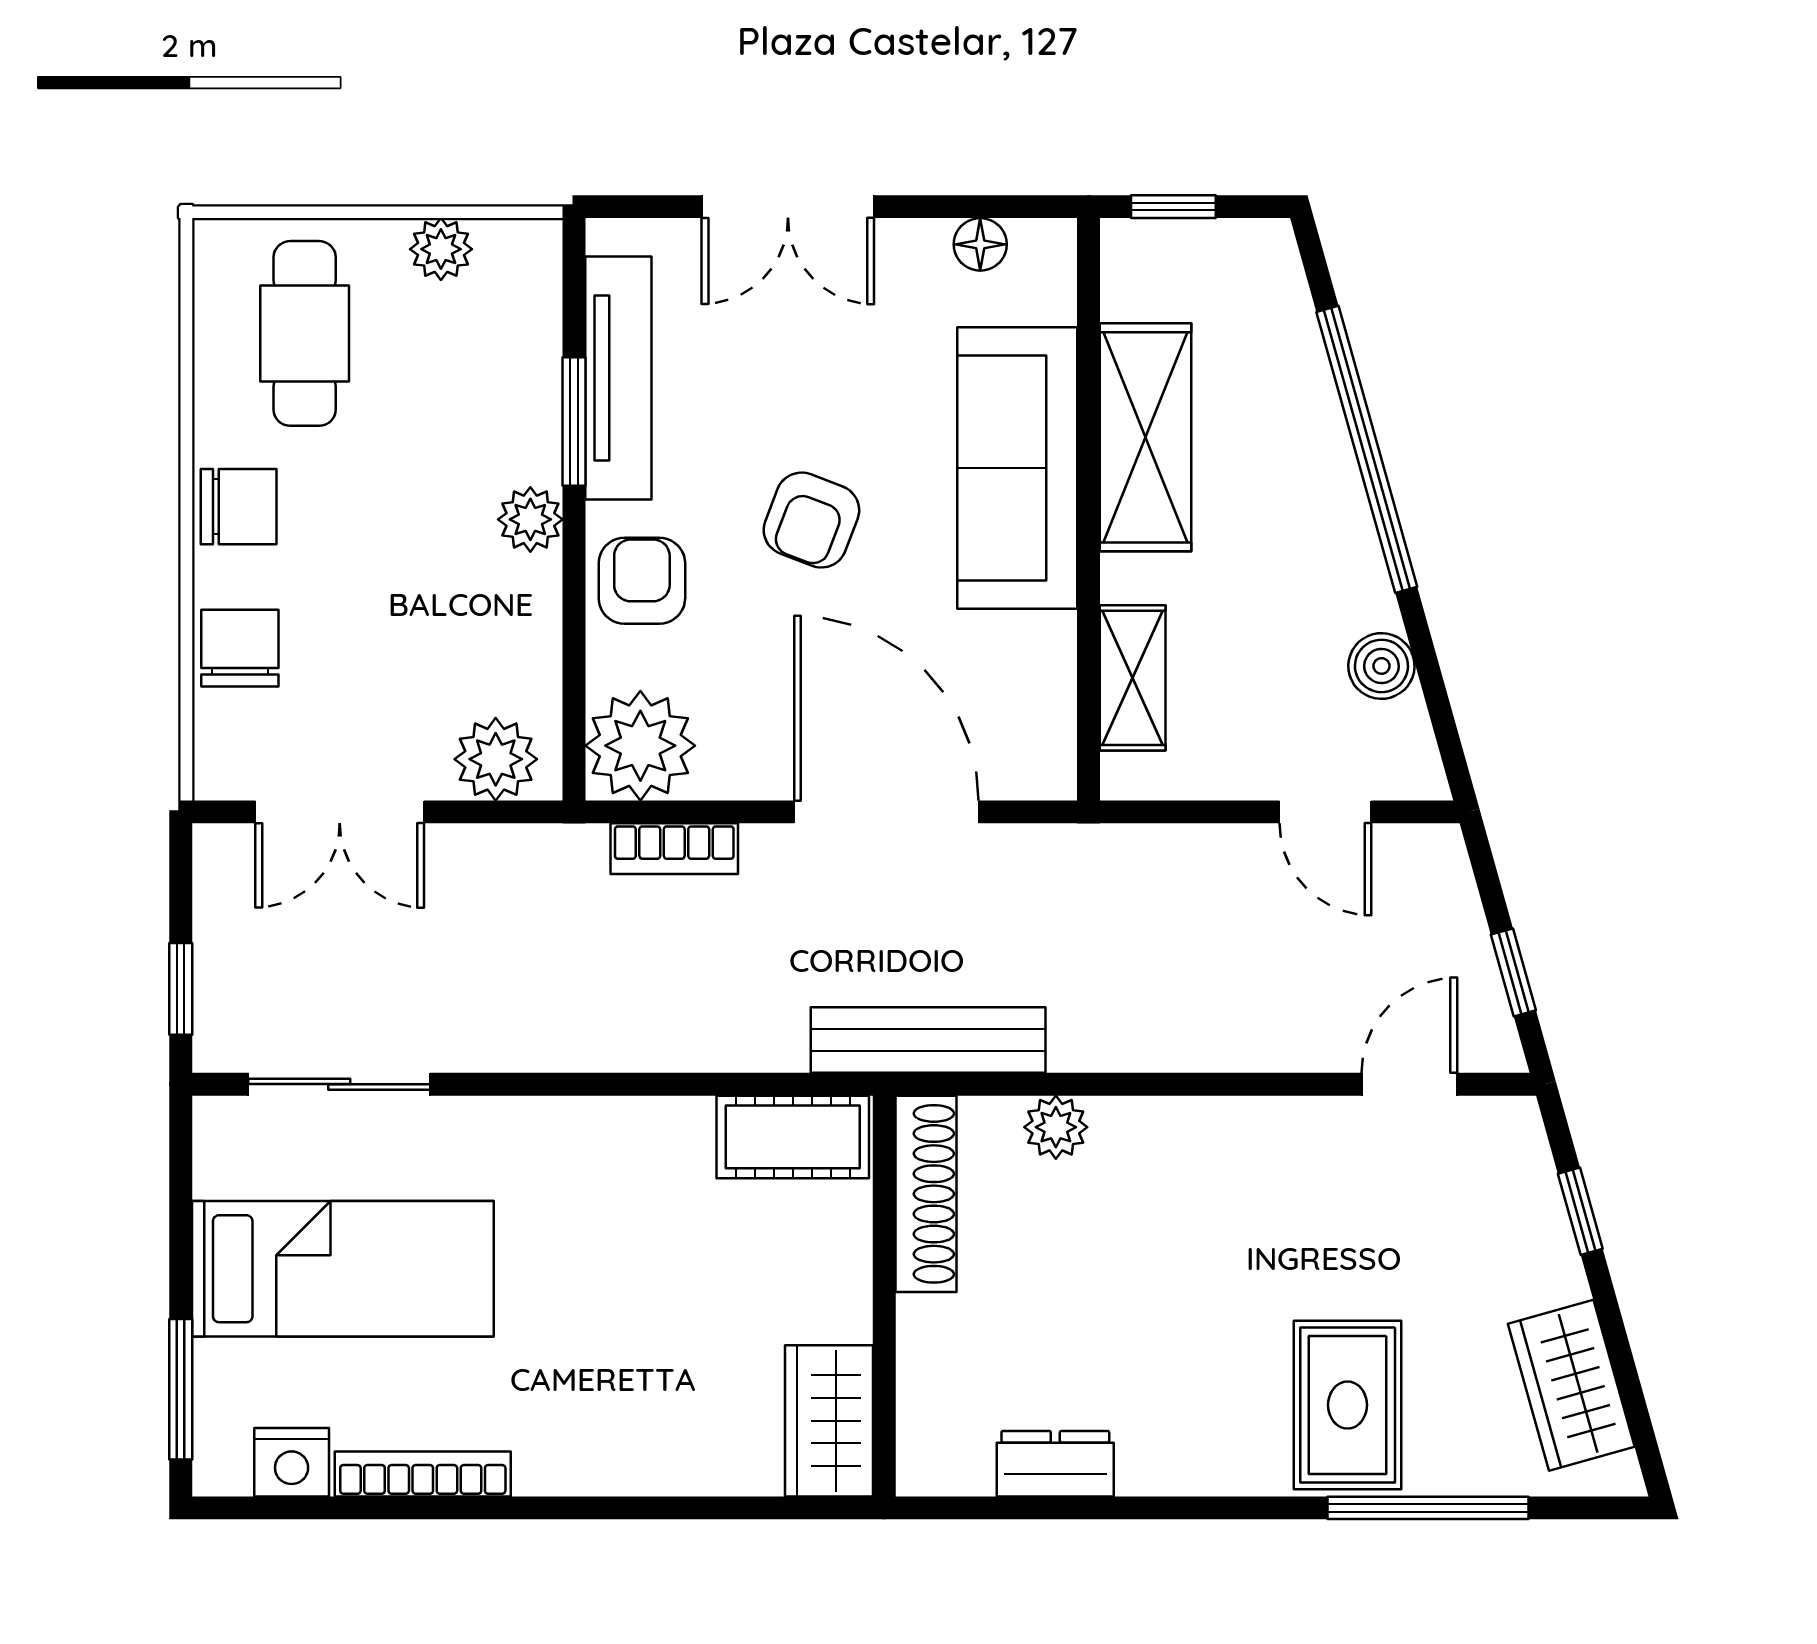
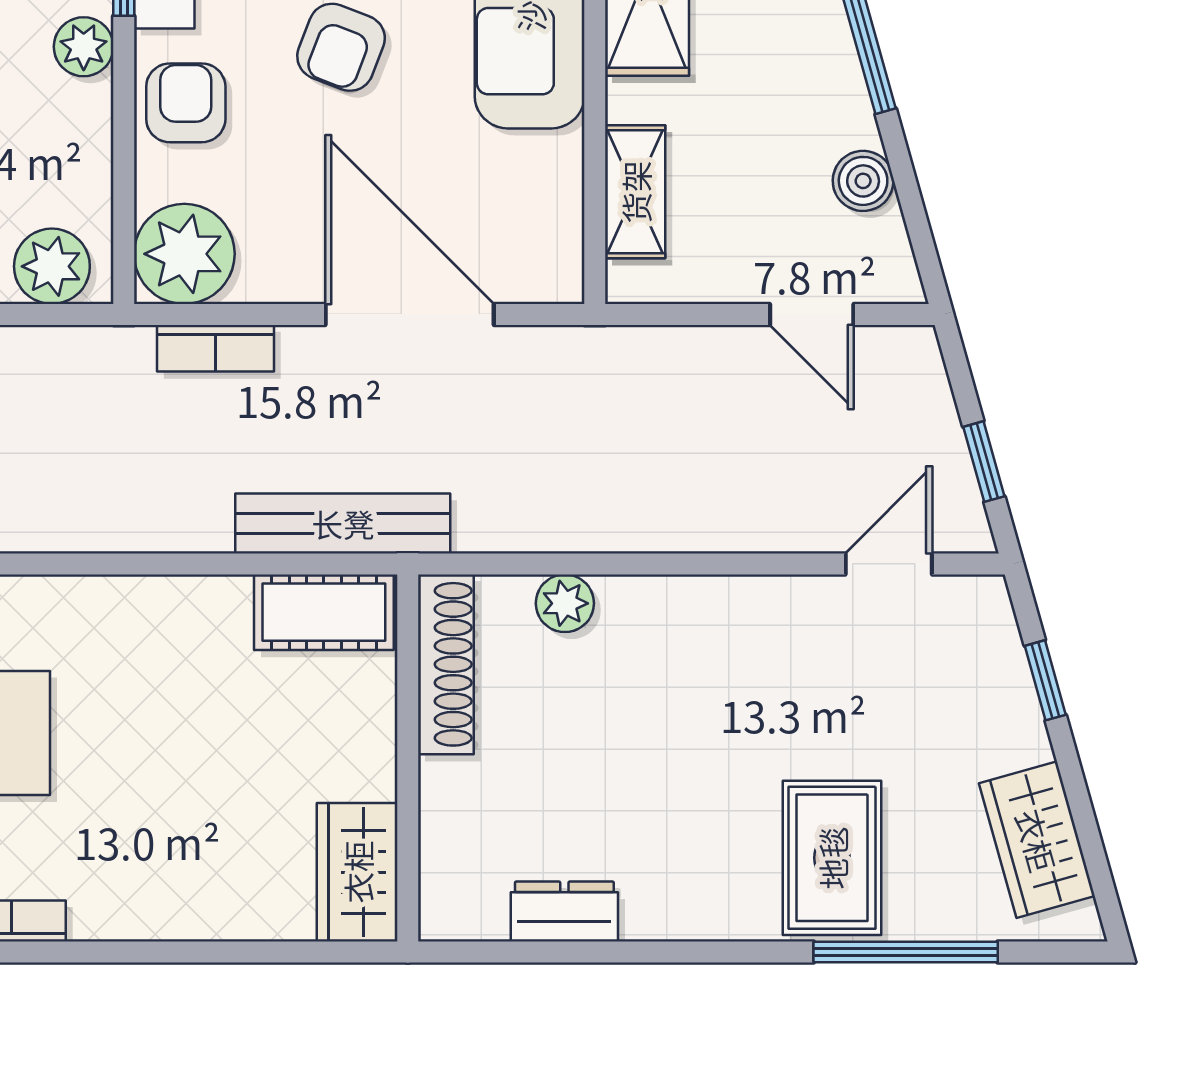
bench: (928, 1040) -> (343, 523), moved

